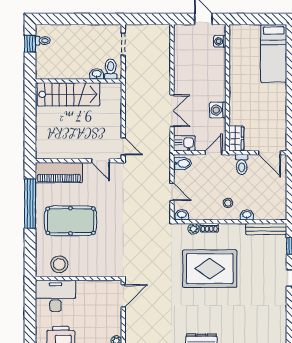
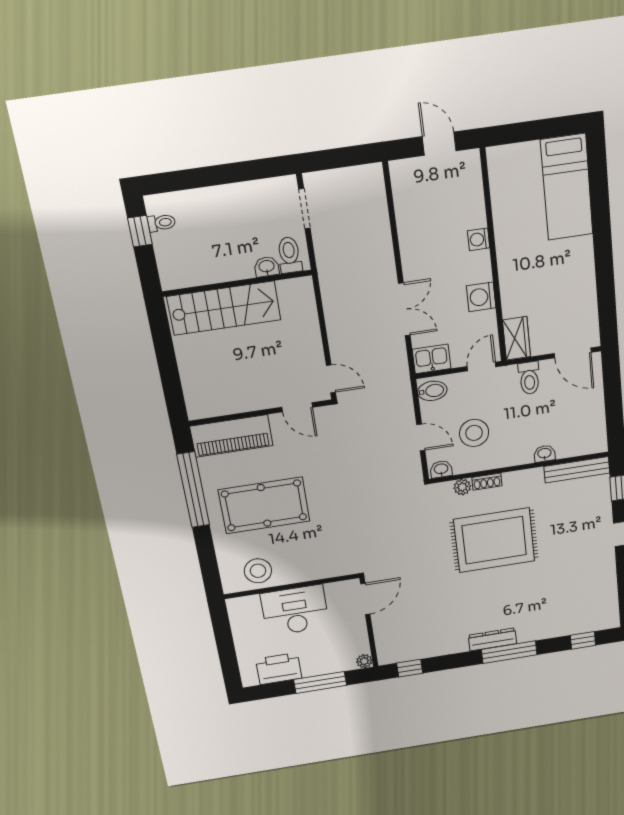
washing machine: (220, 41) -> (479, 239), moved
stool: (228, 203) -> (474, 433), moved, width x1.89, depth x1.89
desk: (55, 296) -> (295, 610), moved

